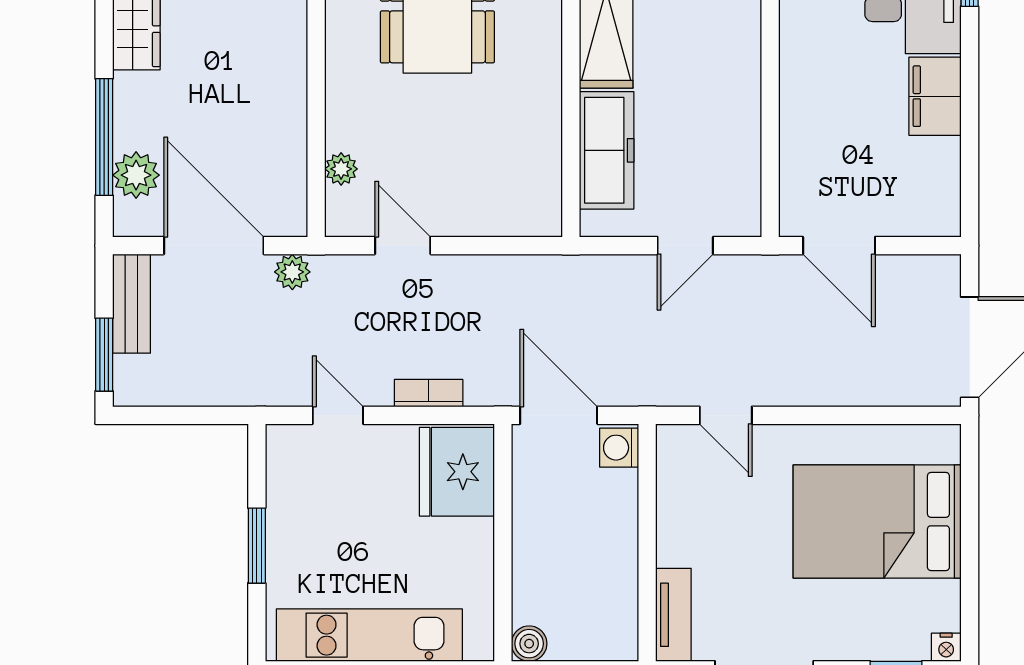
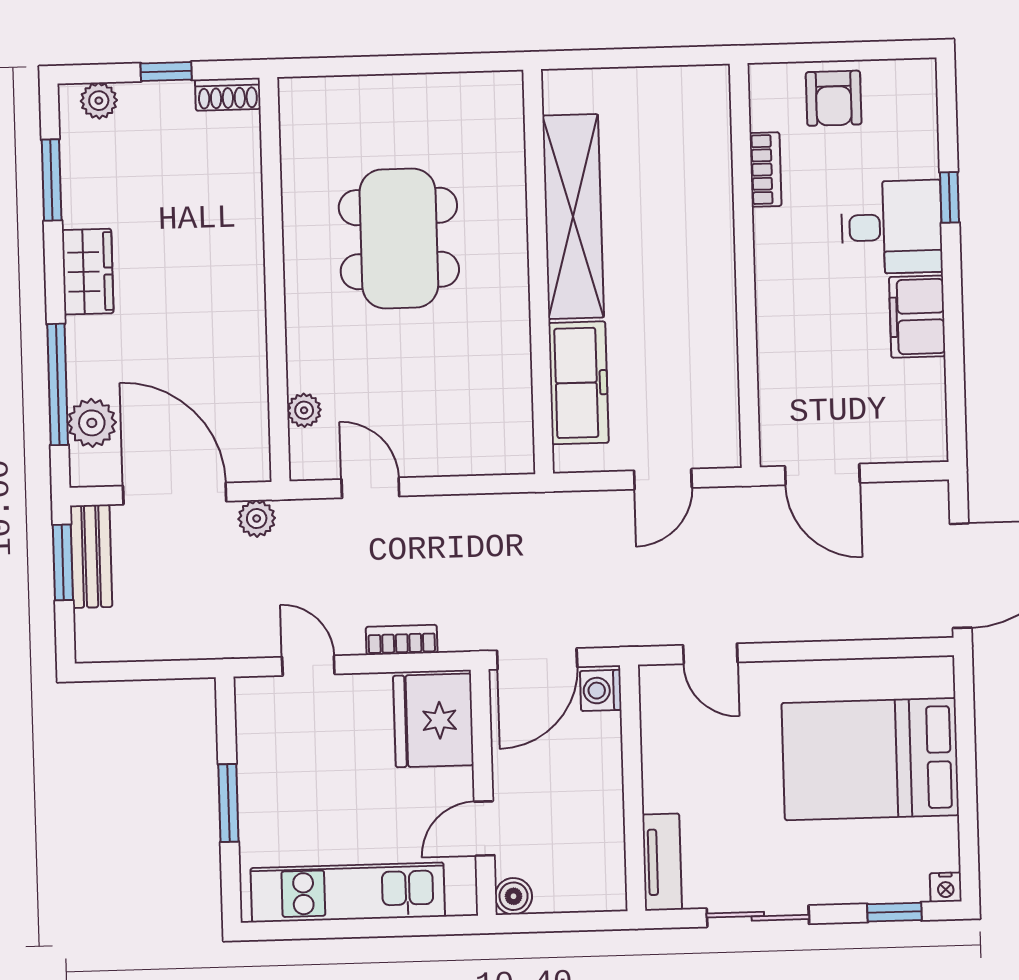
window: (104, 355) -> (63, 562), moved
door: (559, 415) -> (537, 659), swing flipped
door: (503, 577) -> (484, 828), added

